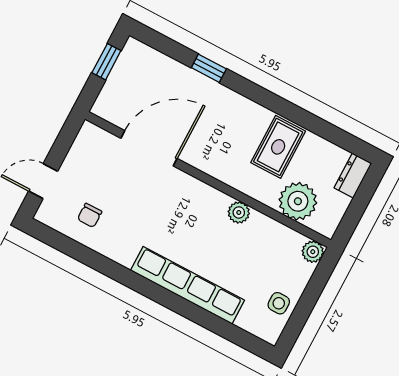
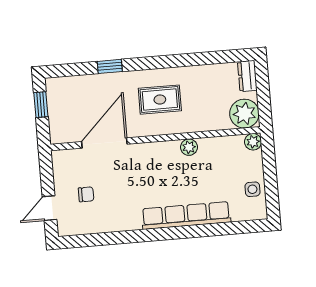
rug: (278, 147) -> (160, 100), moved, turned 90
plant: (298, 201) -> (244, 114), moved
chair: (90, 215) -> (86, 194), moved, turned -90

